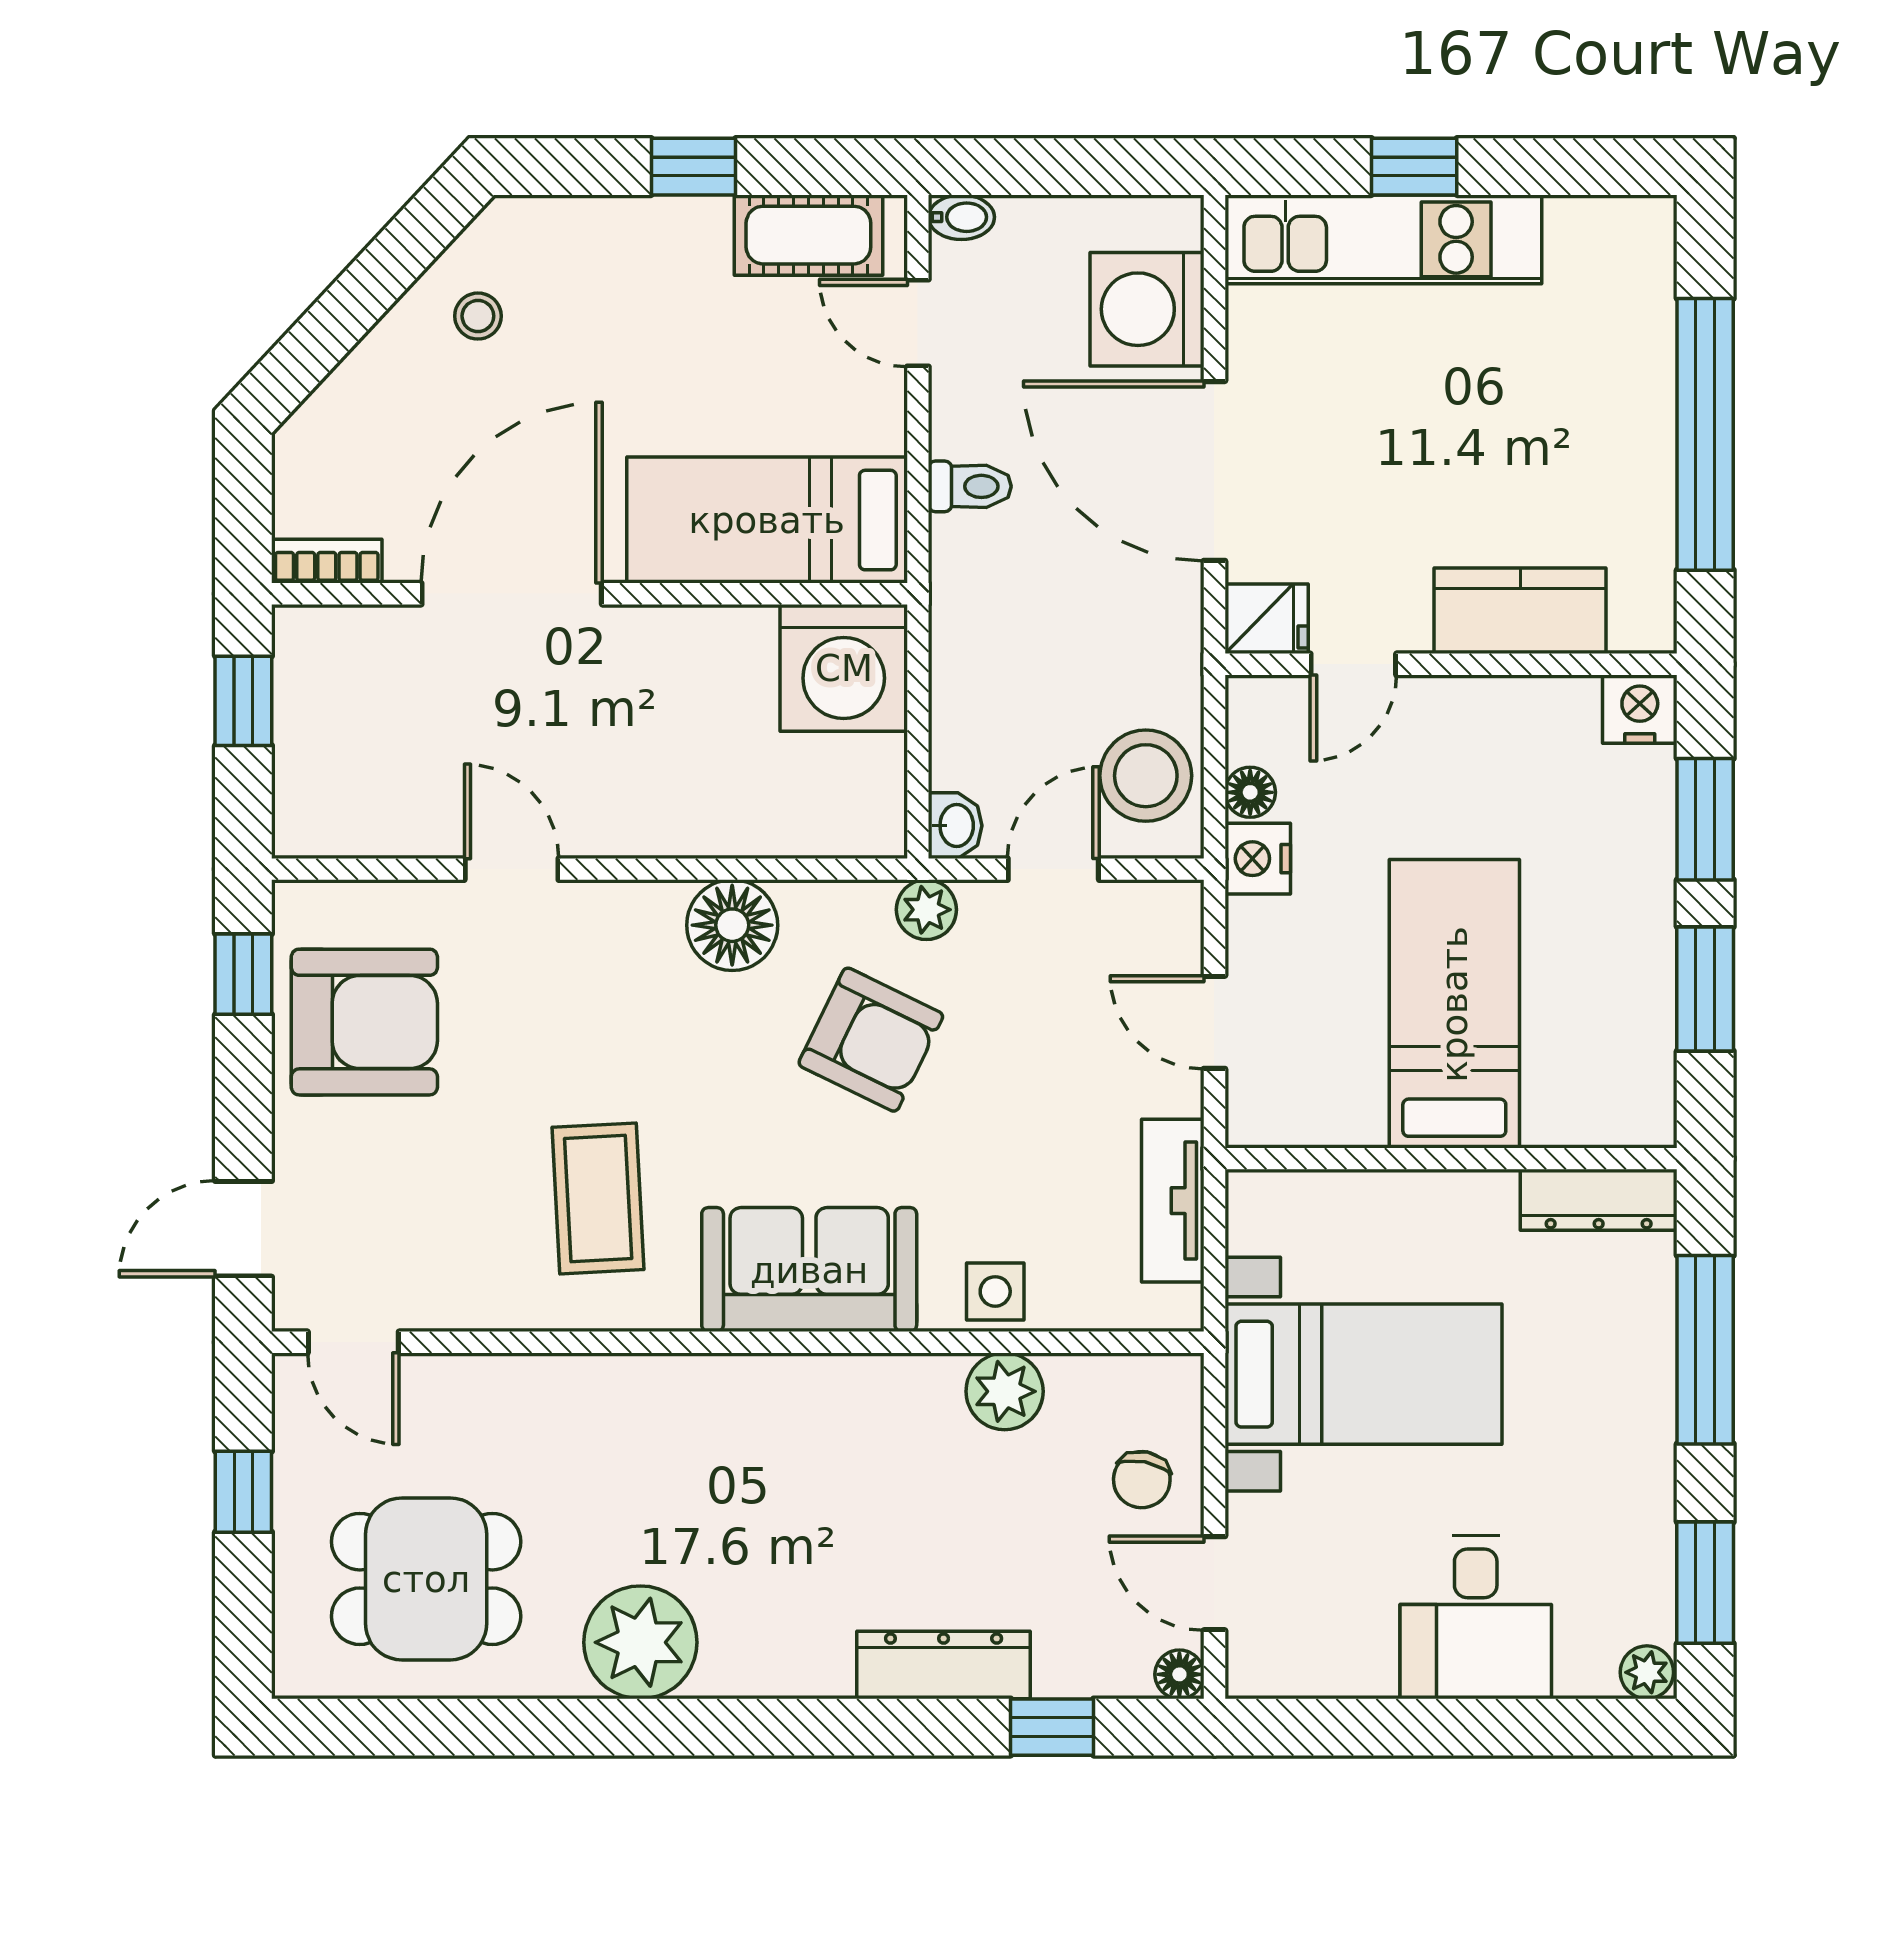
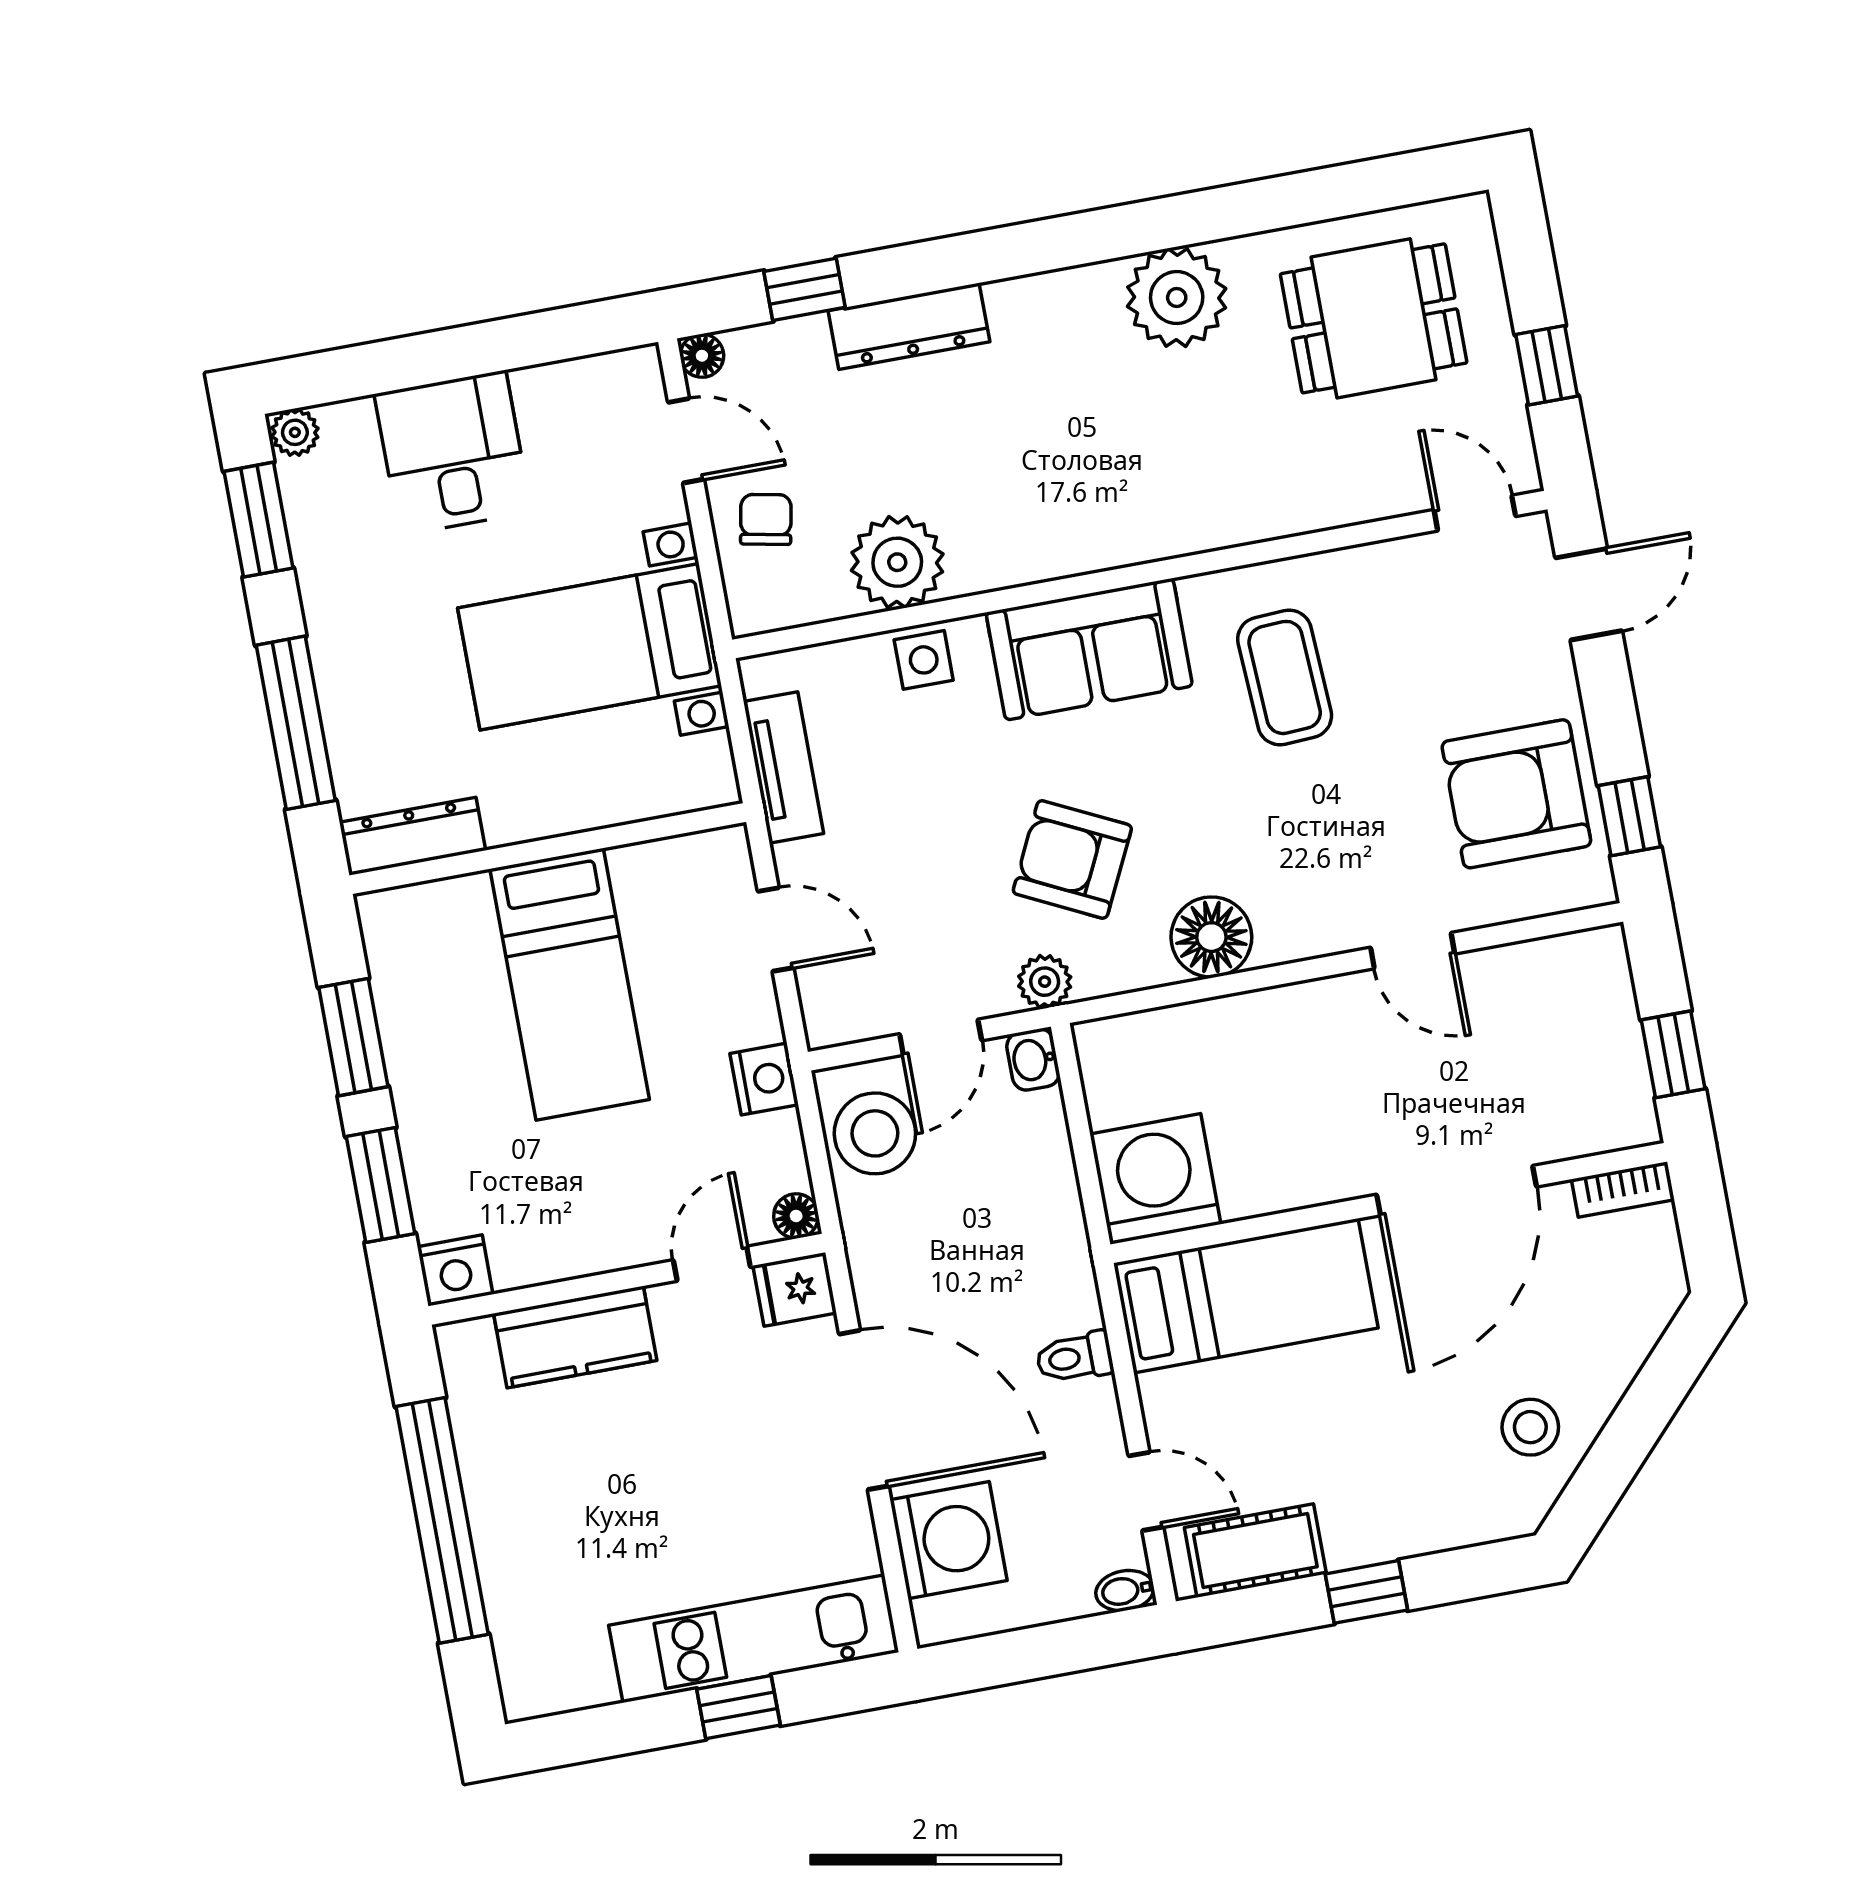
stool: (478, 316) -> (1530, 1427), width x1.37, depth x1.37
floor lamp: (1250, 792) -> (796, 1216), moved
plant: (1005, 1391) -> (897, 562), width x1.36, depth x1.36

